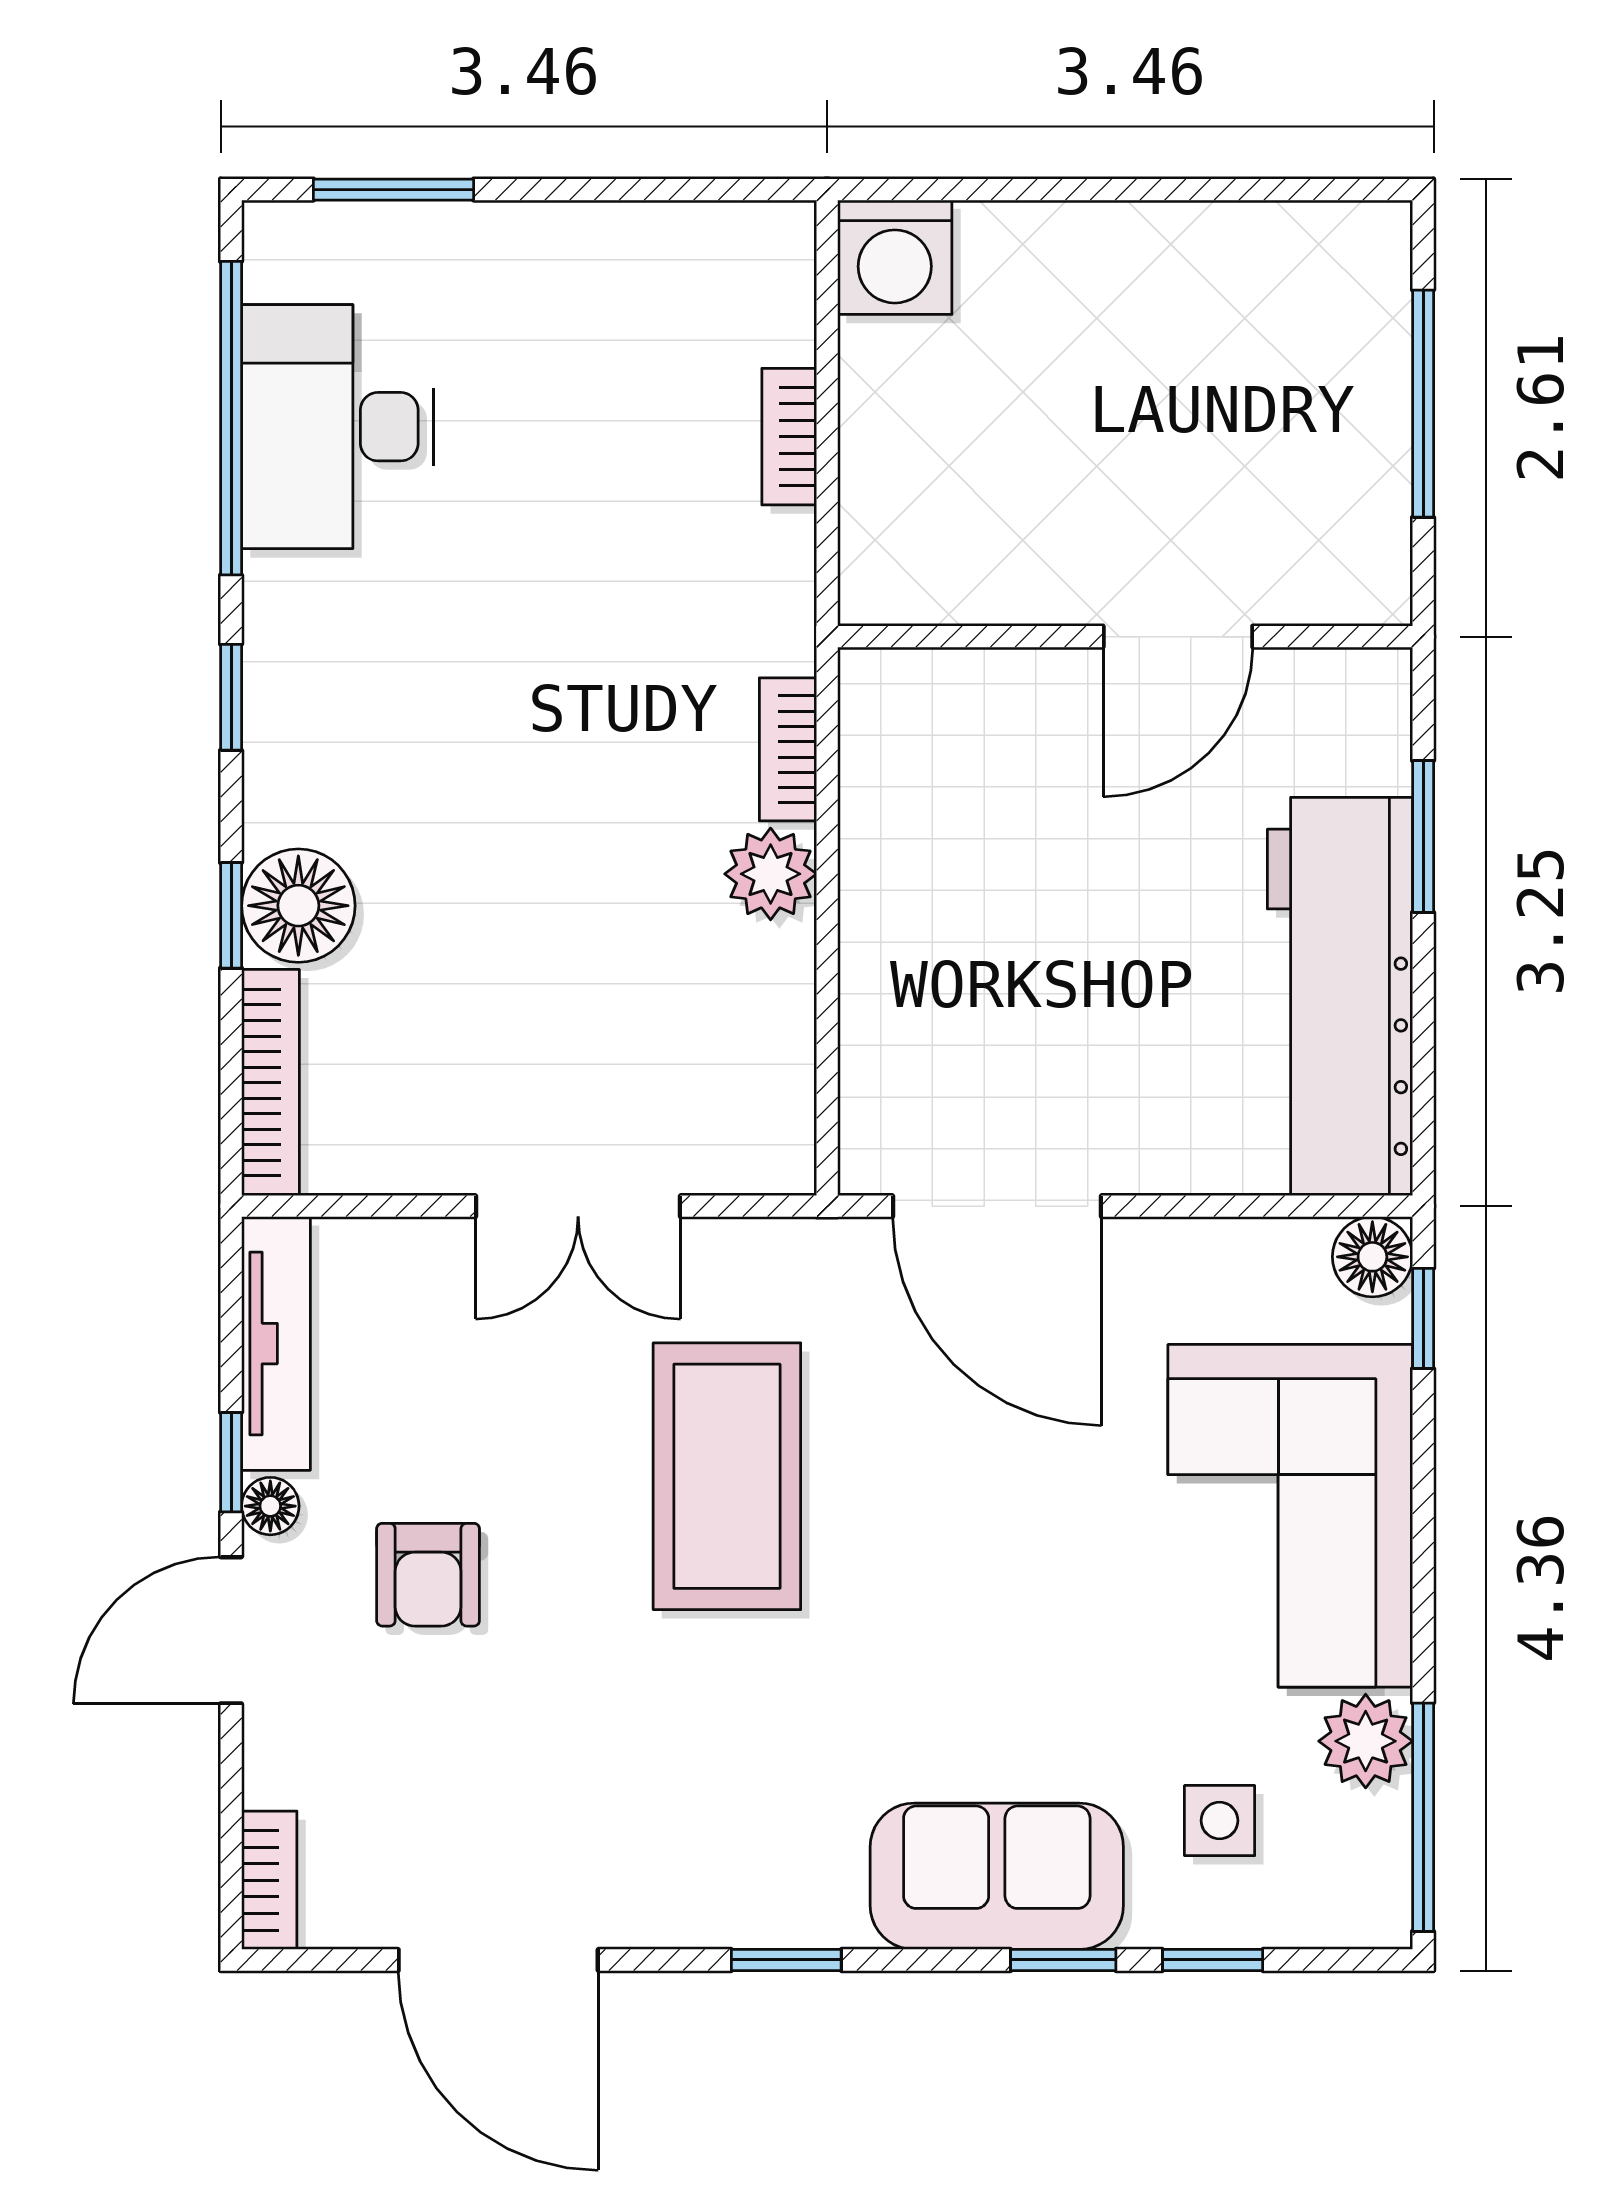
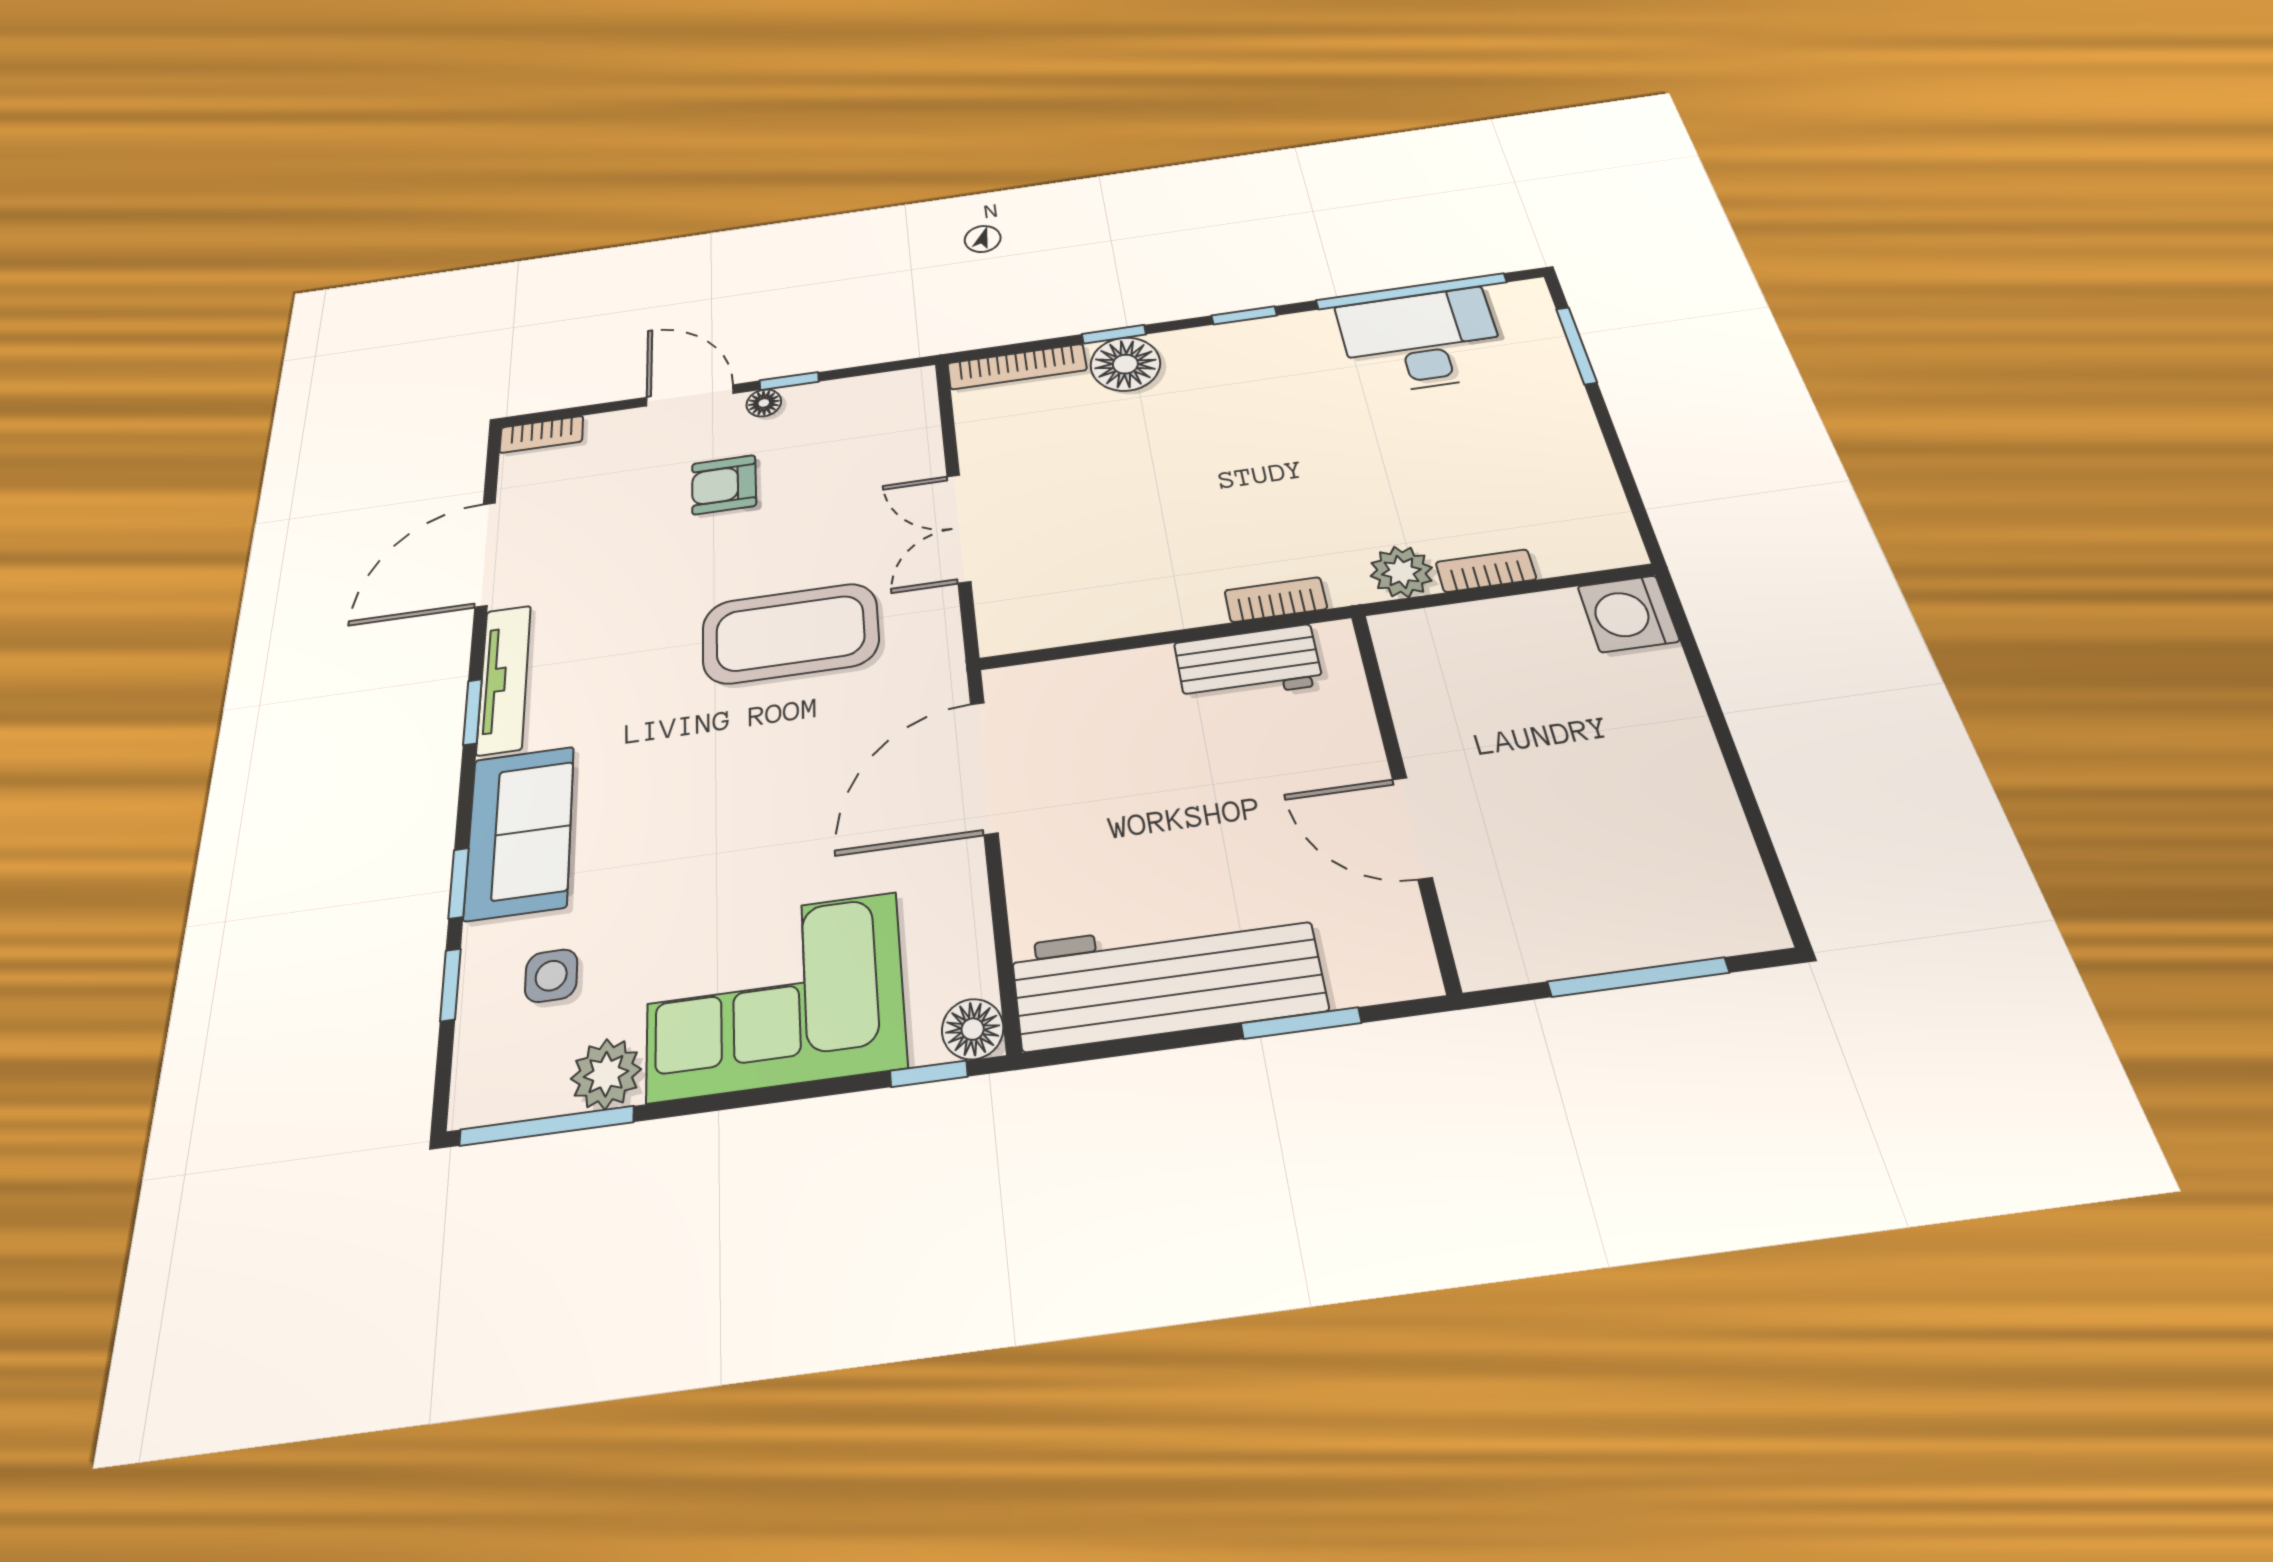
workbench: (889, 809) -> (1248, 664), added
plant: (771, 874) -> (1401, 572), moved
tv unit: (276, 1344) -> (504, 679), moved, turned -90

